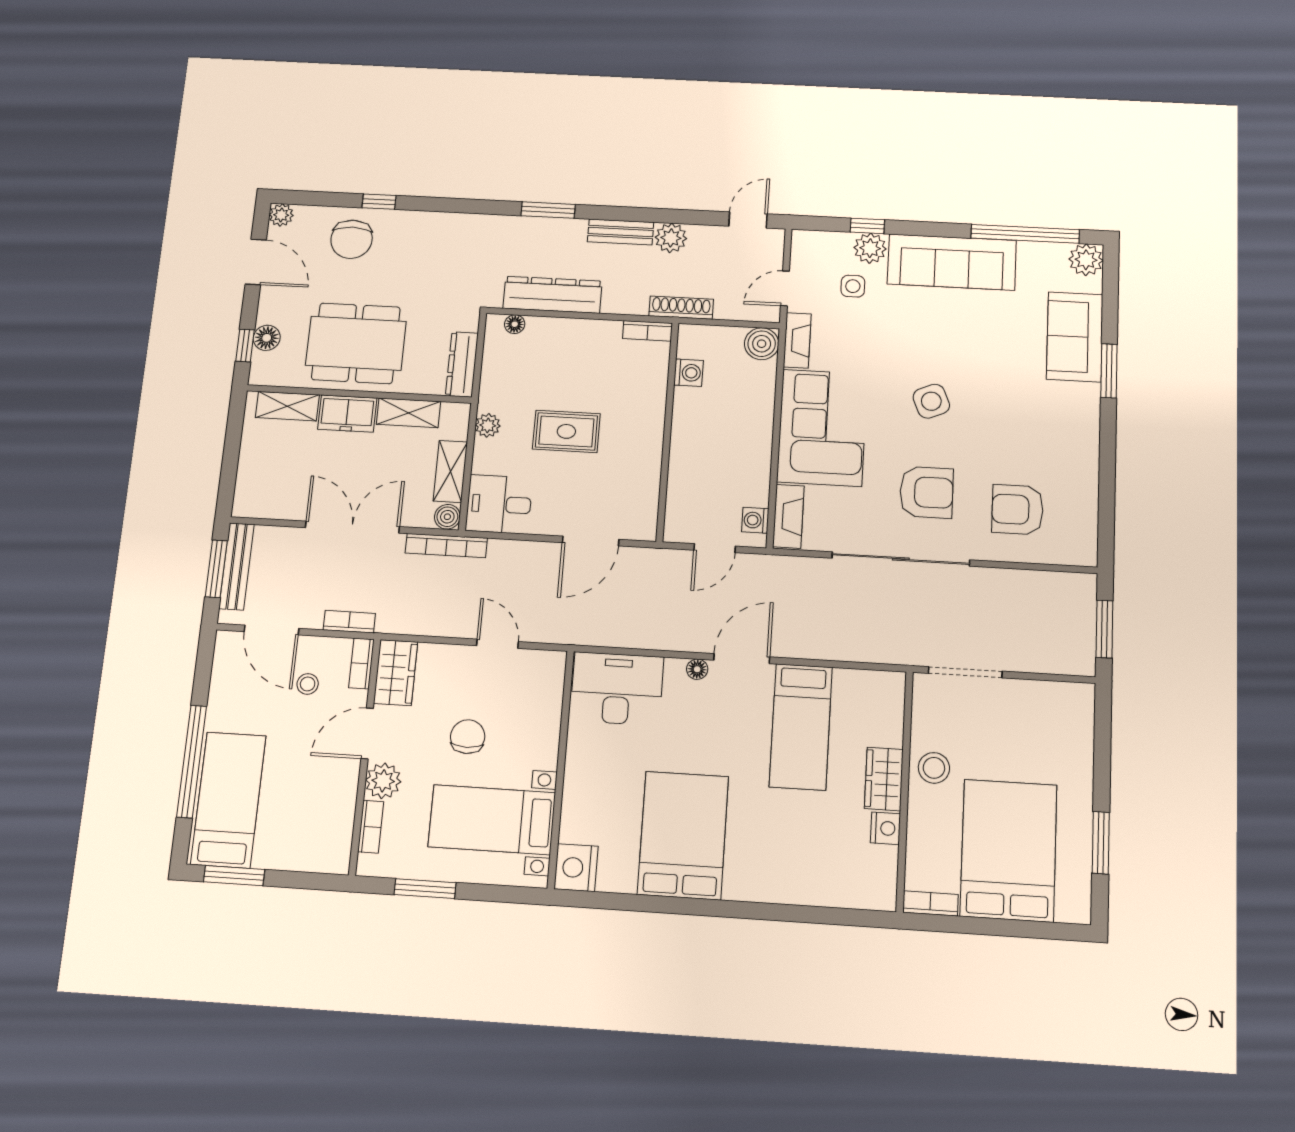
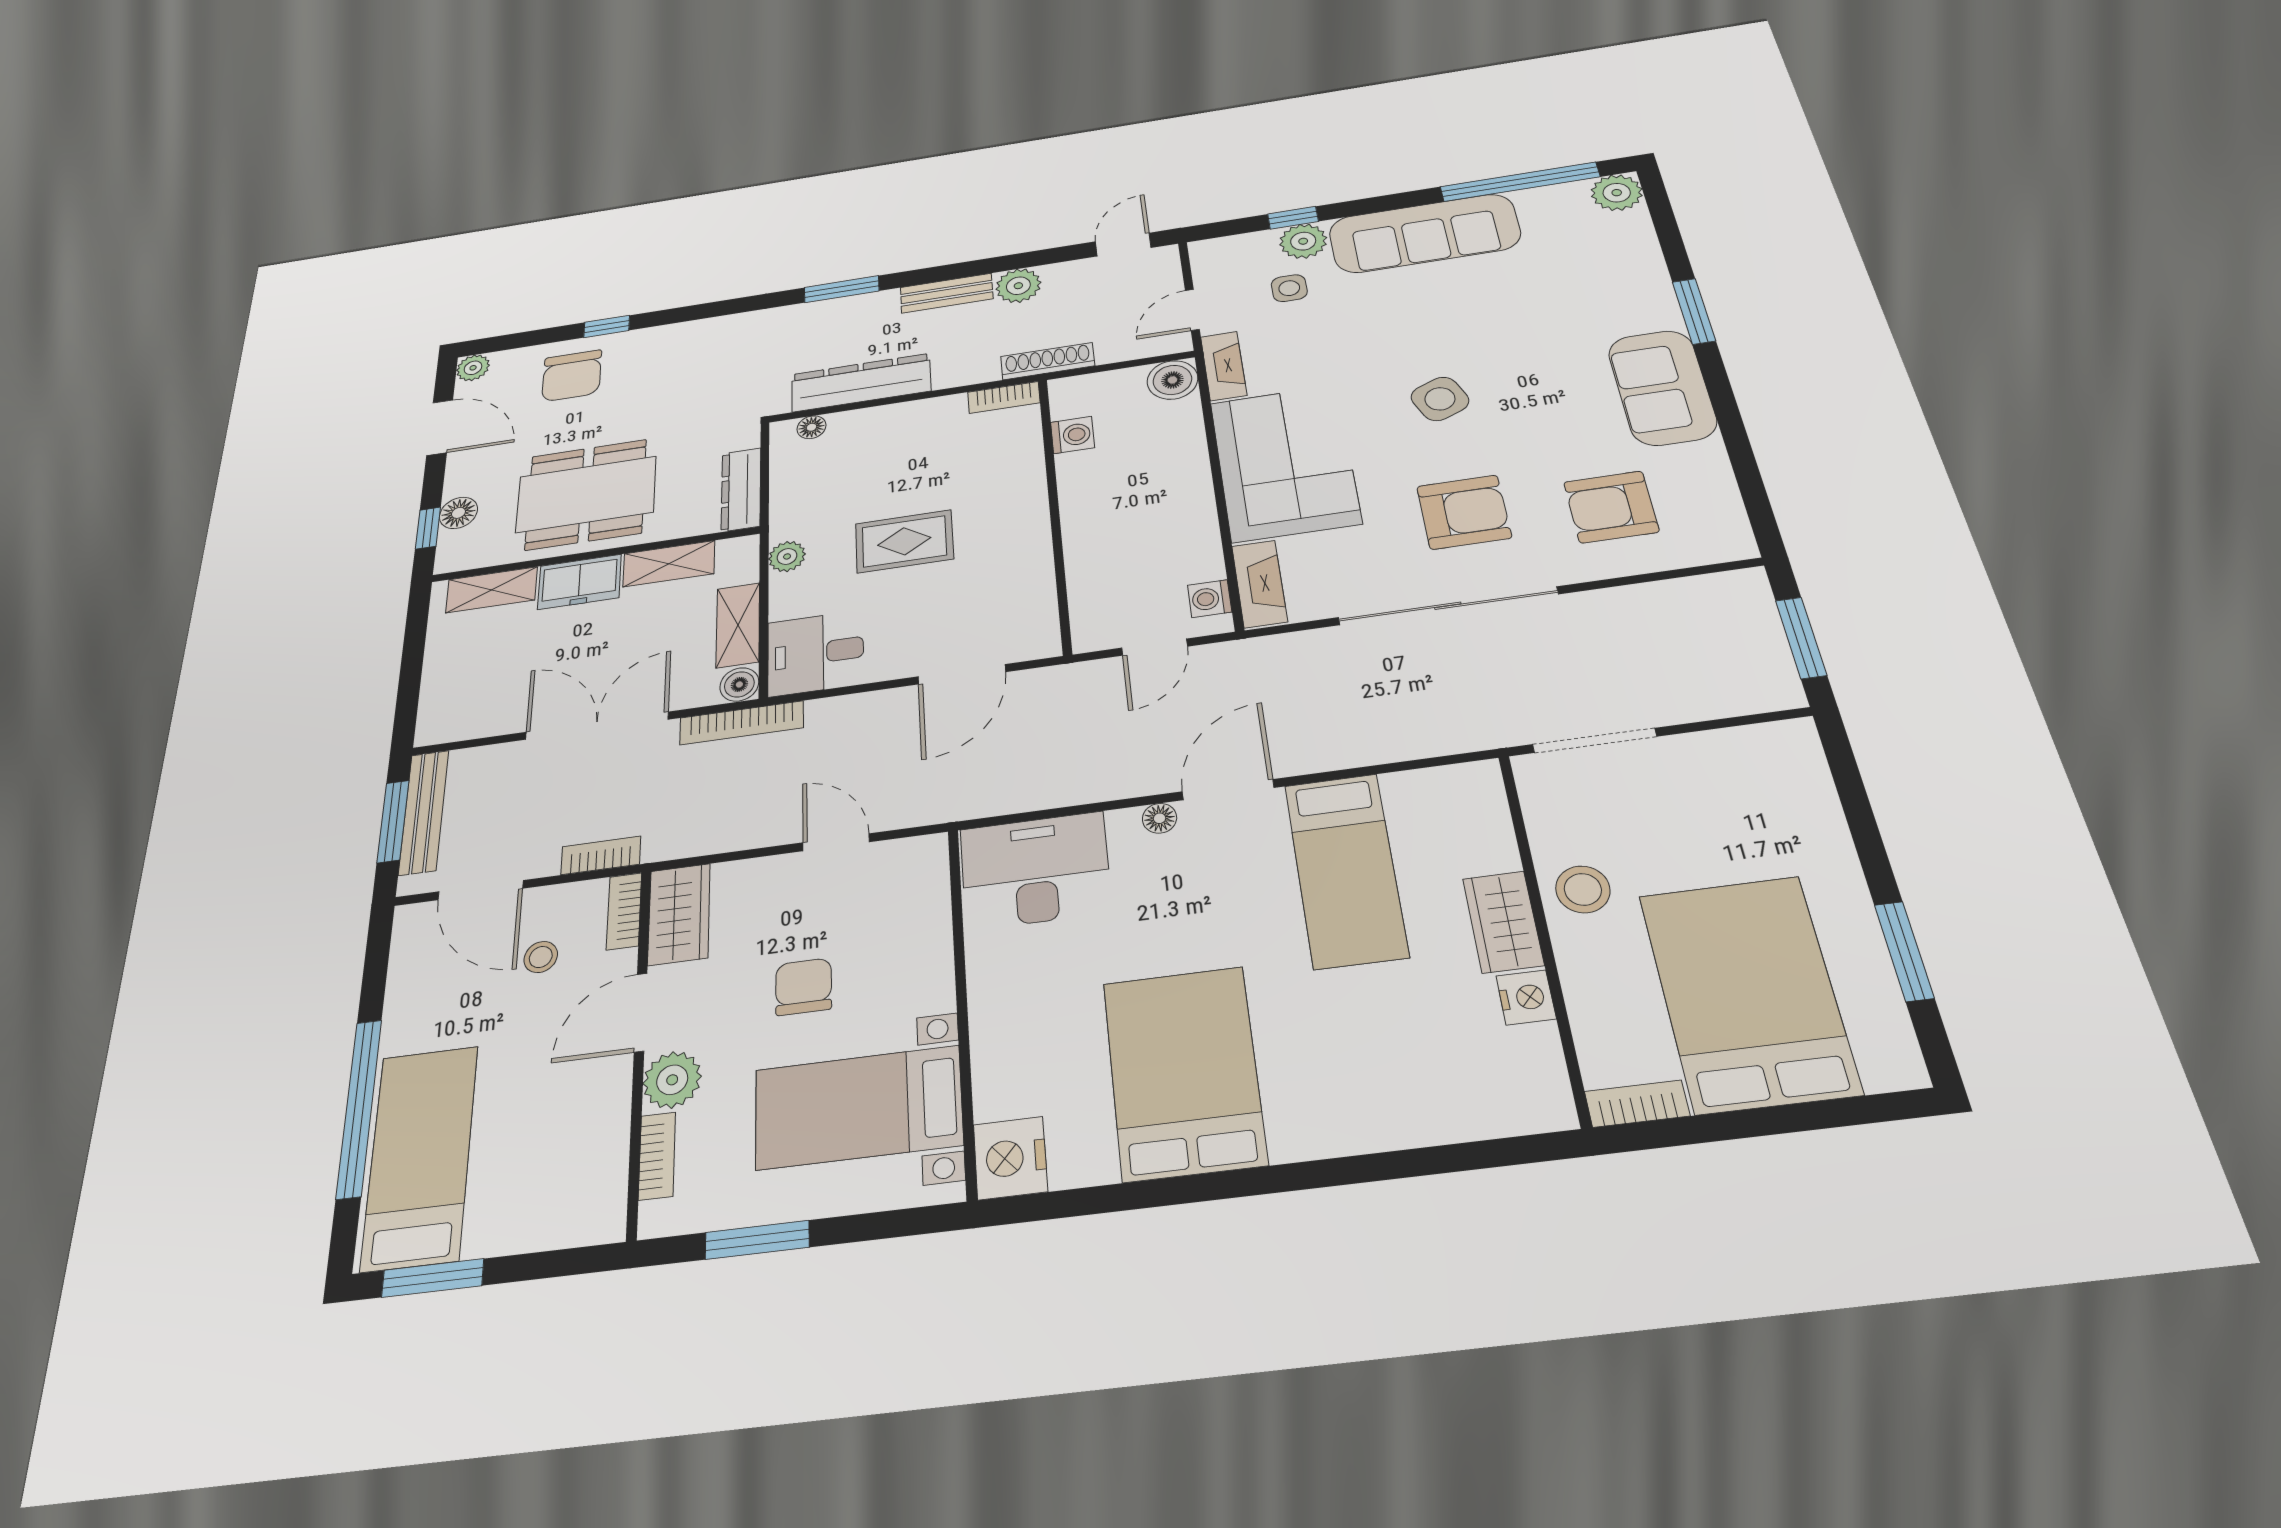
sofa: (1075, 337) -> (1662, 387), moved

